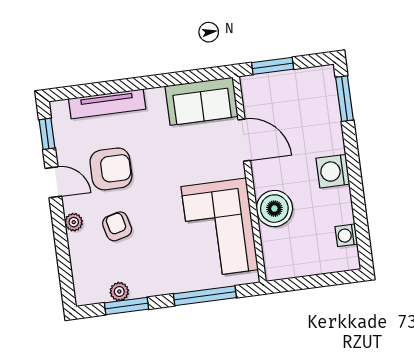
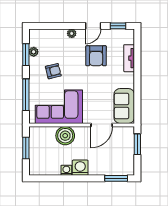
tv unit: (107, 104) -> (129, 58), width x0.71
armchair: (117, 226) -> (53, 71), moved
washing machine: (346, 235) -> (66, 170), moved
window: (309, 282) -> (26, 148), added

